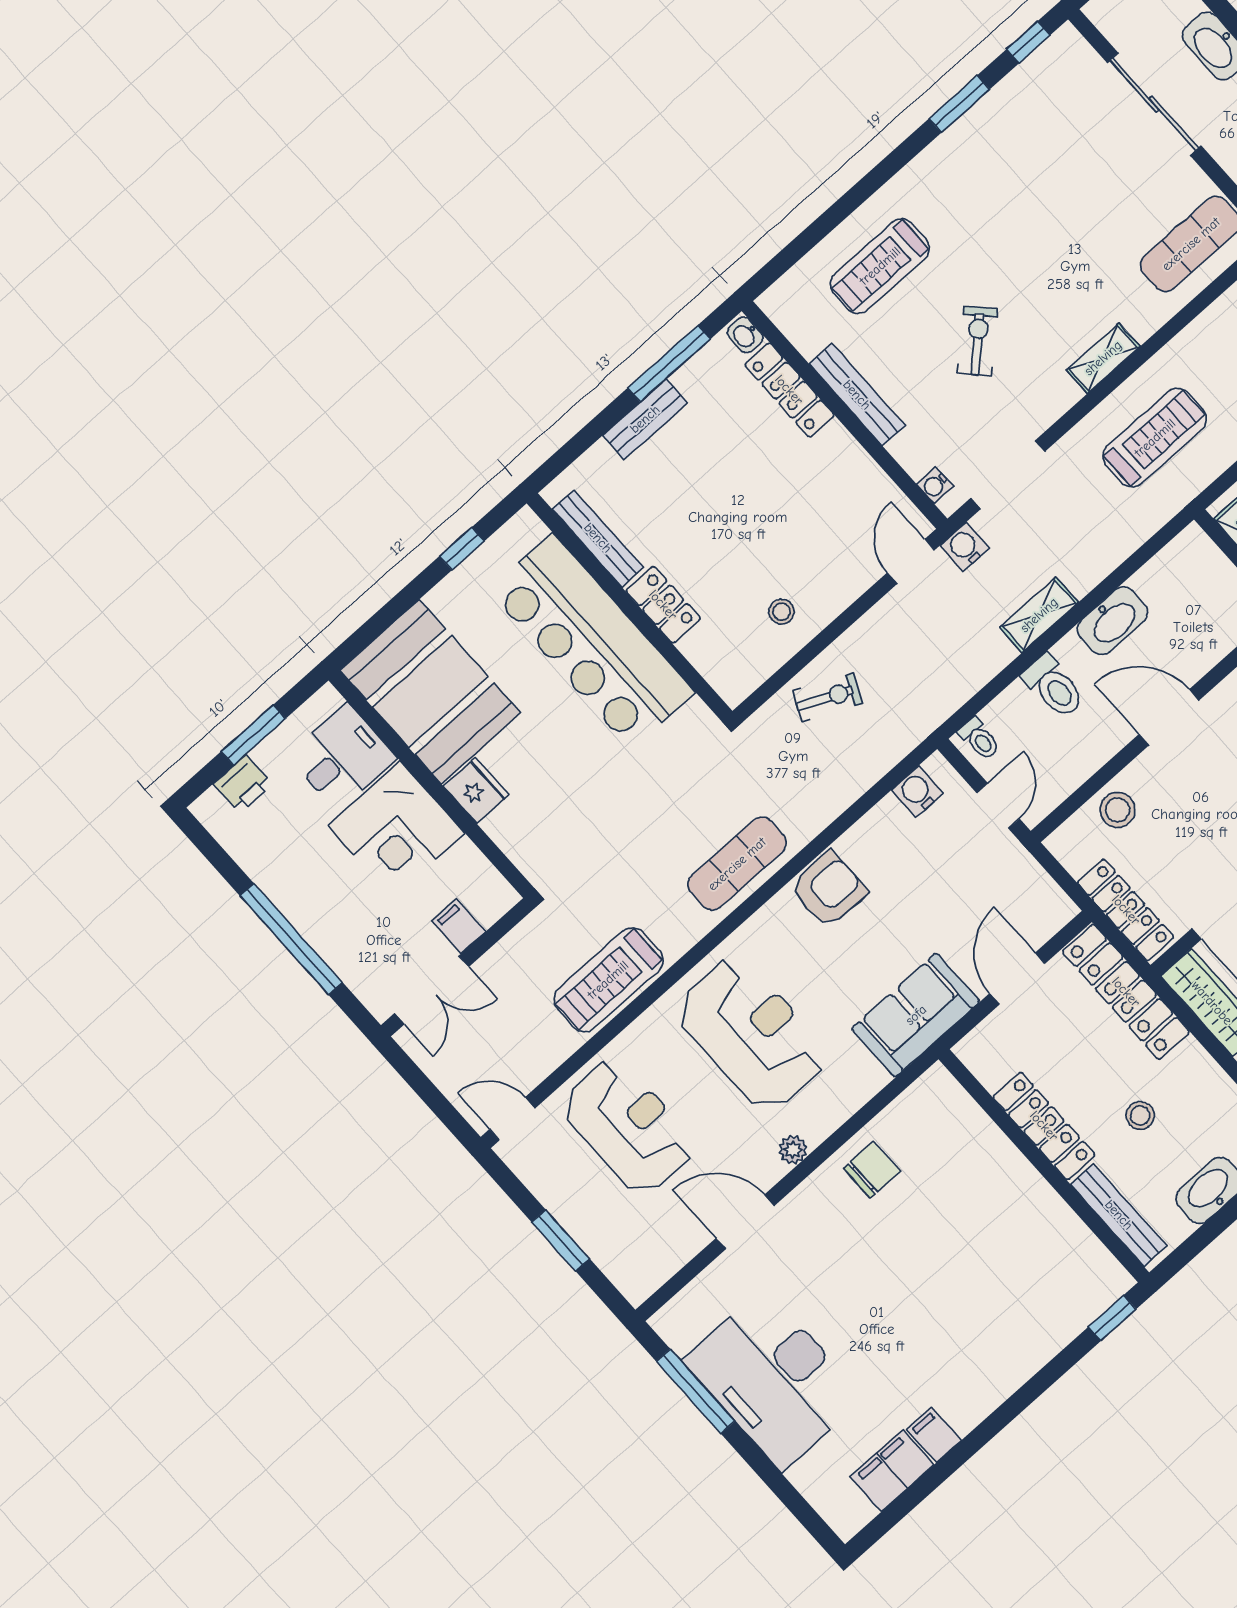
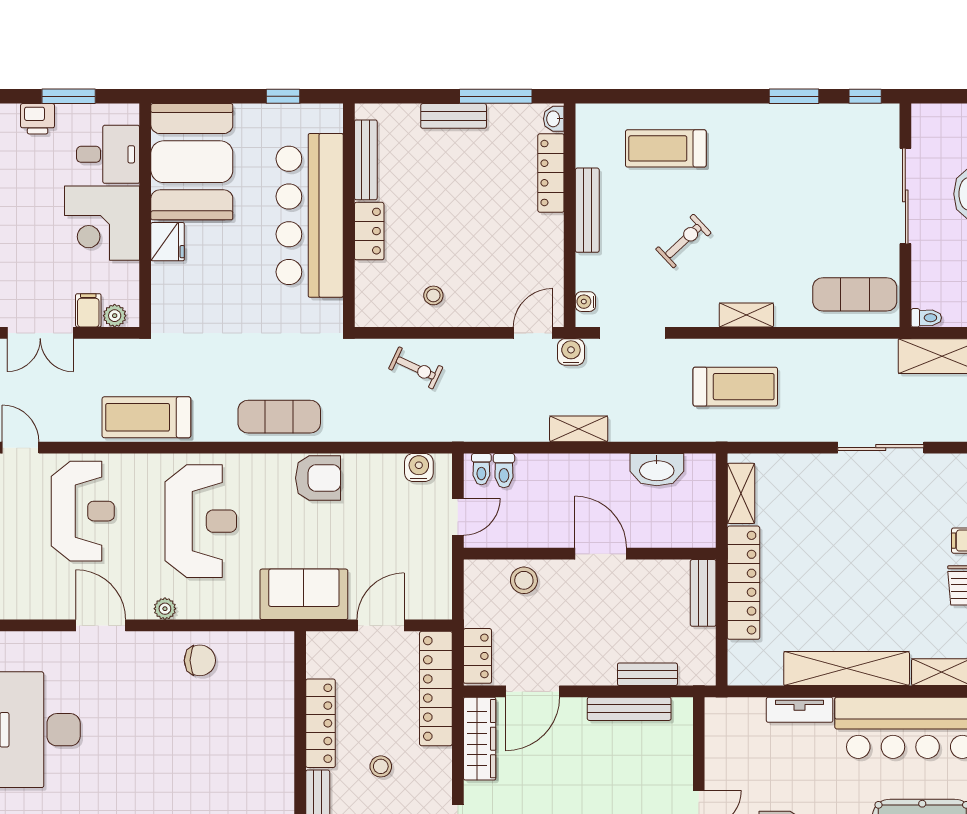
washbasin: (1113, 621) -> (657, 470), moved
toilet: (1054, 687) -> (504, 471), moved, width x0.73, depth x0.72
plant: (489, 908) -> (115, 316), added
locker: (1126, 910) -> (477, 656), width x0.66

